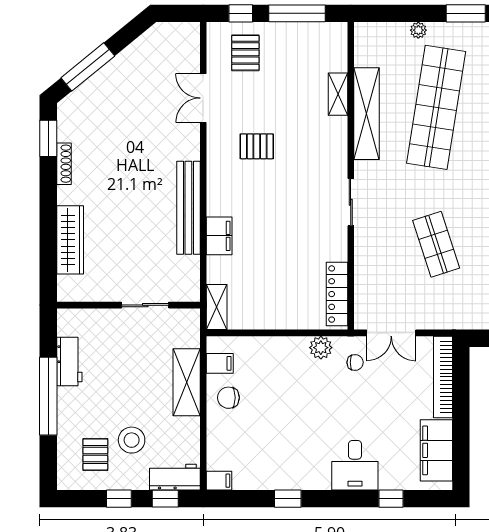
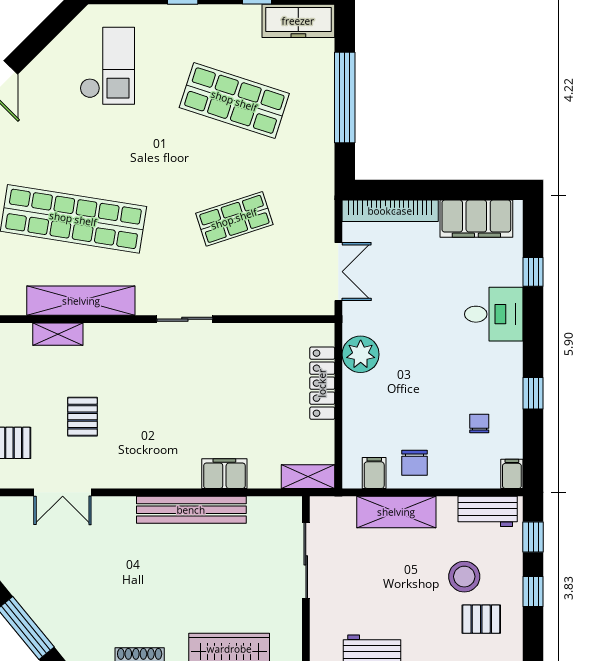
pallet: (257, 146) -> (83, 417), moved
locker: (337, 294) -> (322, 383), moved, turned 90
sliding door: (145, 305) -> (306, 560), width x1.37
plant: (321, 348) -> (361, 354), width x1.36, depth x1.36
chair: (355, 362) -> (479, 423), moved
workbench: (175, 477) -> (488, 511), moved, turned -90

